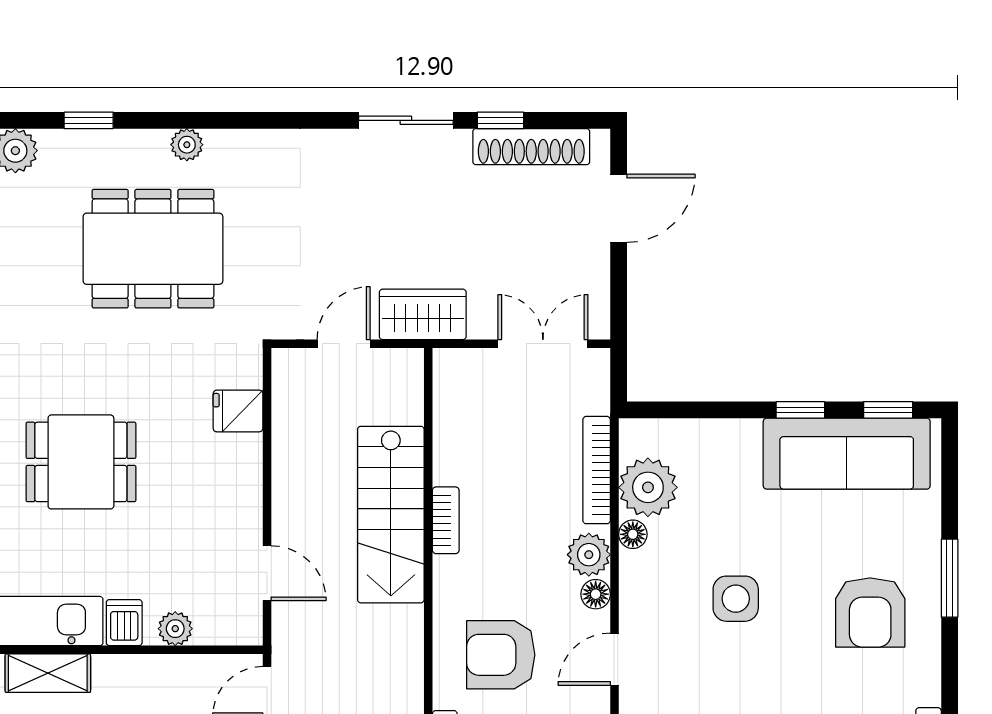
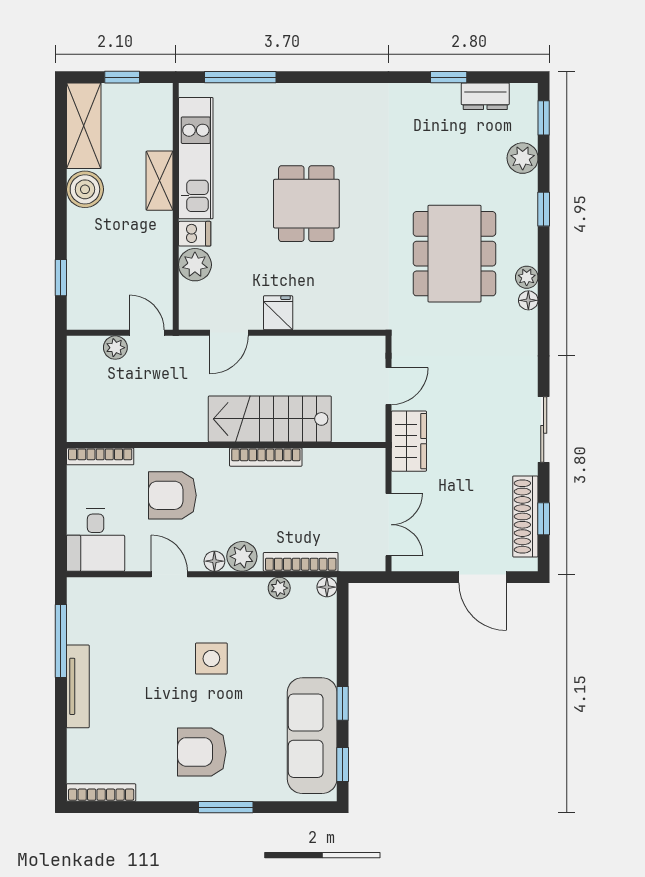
window: (501, 120) -> (544, 519), moved
floor lamp: (220, 142) -> (528, 300), added
door: (344, 344) -> (388, 386), hinge flipped
fridge: (238, 411) -> (278, 313), moved
plant: (648, 487) -> (279, 588), width x0.53, depth x0.53
bookcase: (446, 520) -> (266, 457), width x1.56
floor lamp: (633, 534) -> (327, 587), moved
plant: (175, 629) -> (195, 265), width x1.38, depth x1.38
armchair: (501, 655) -> (172, 495), turned -90

